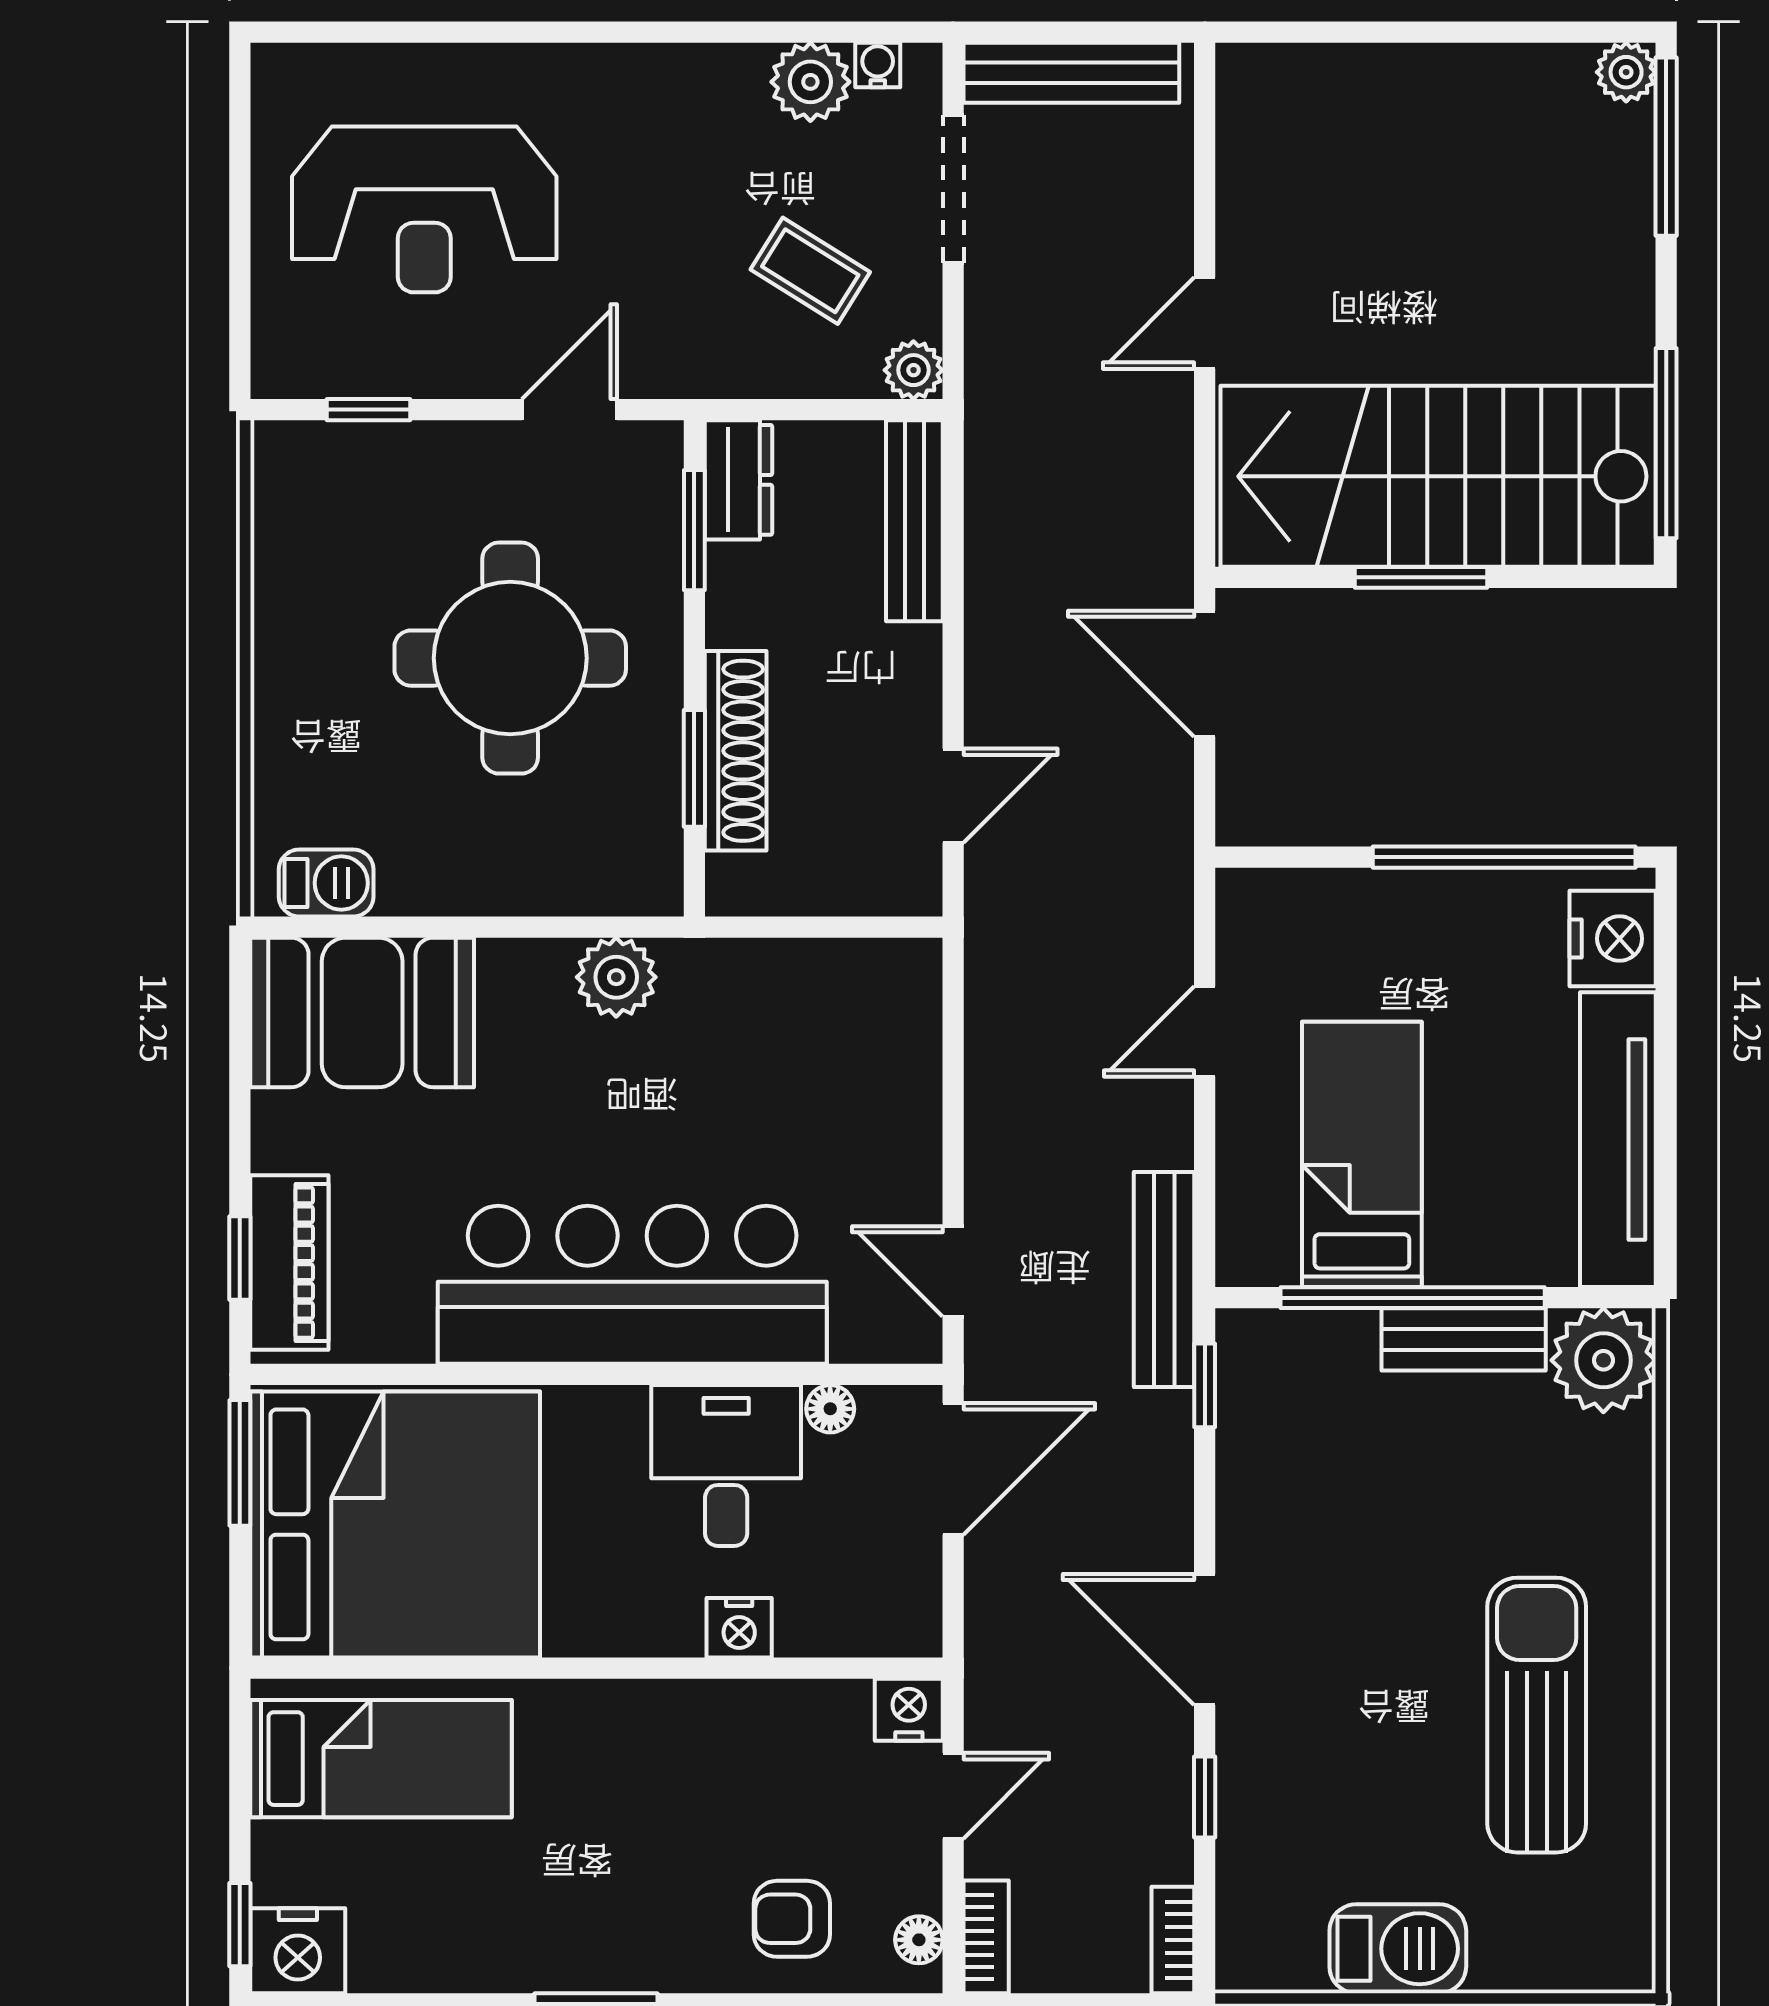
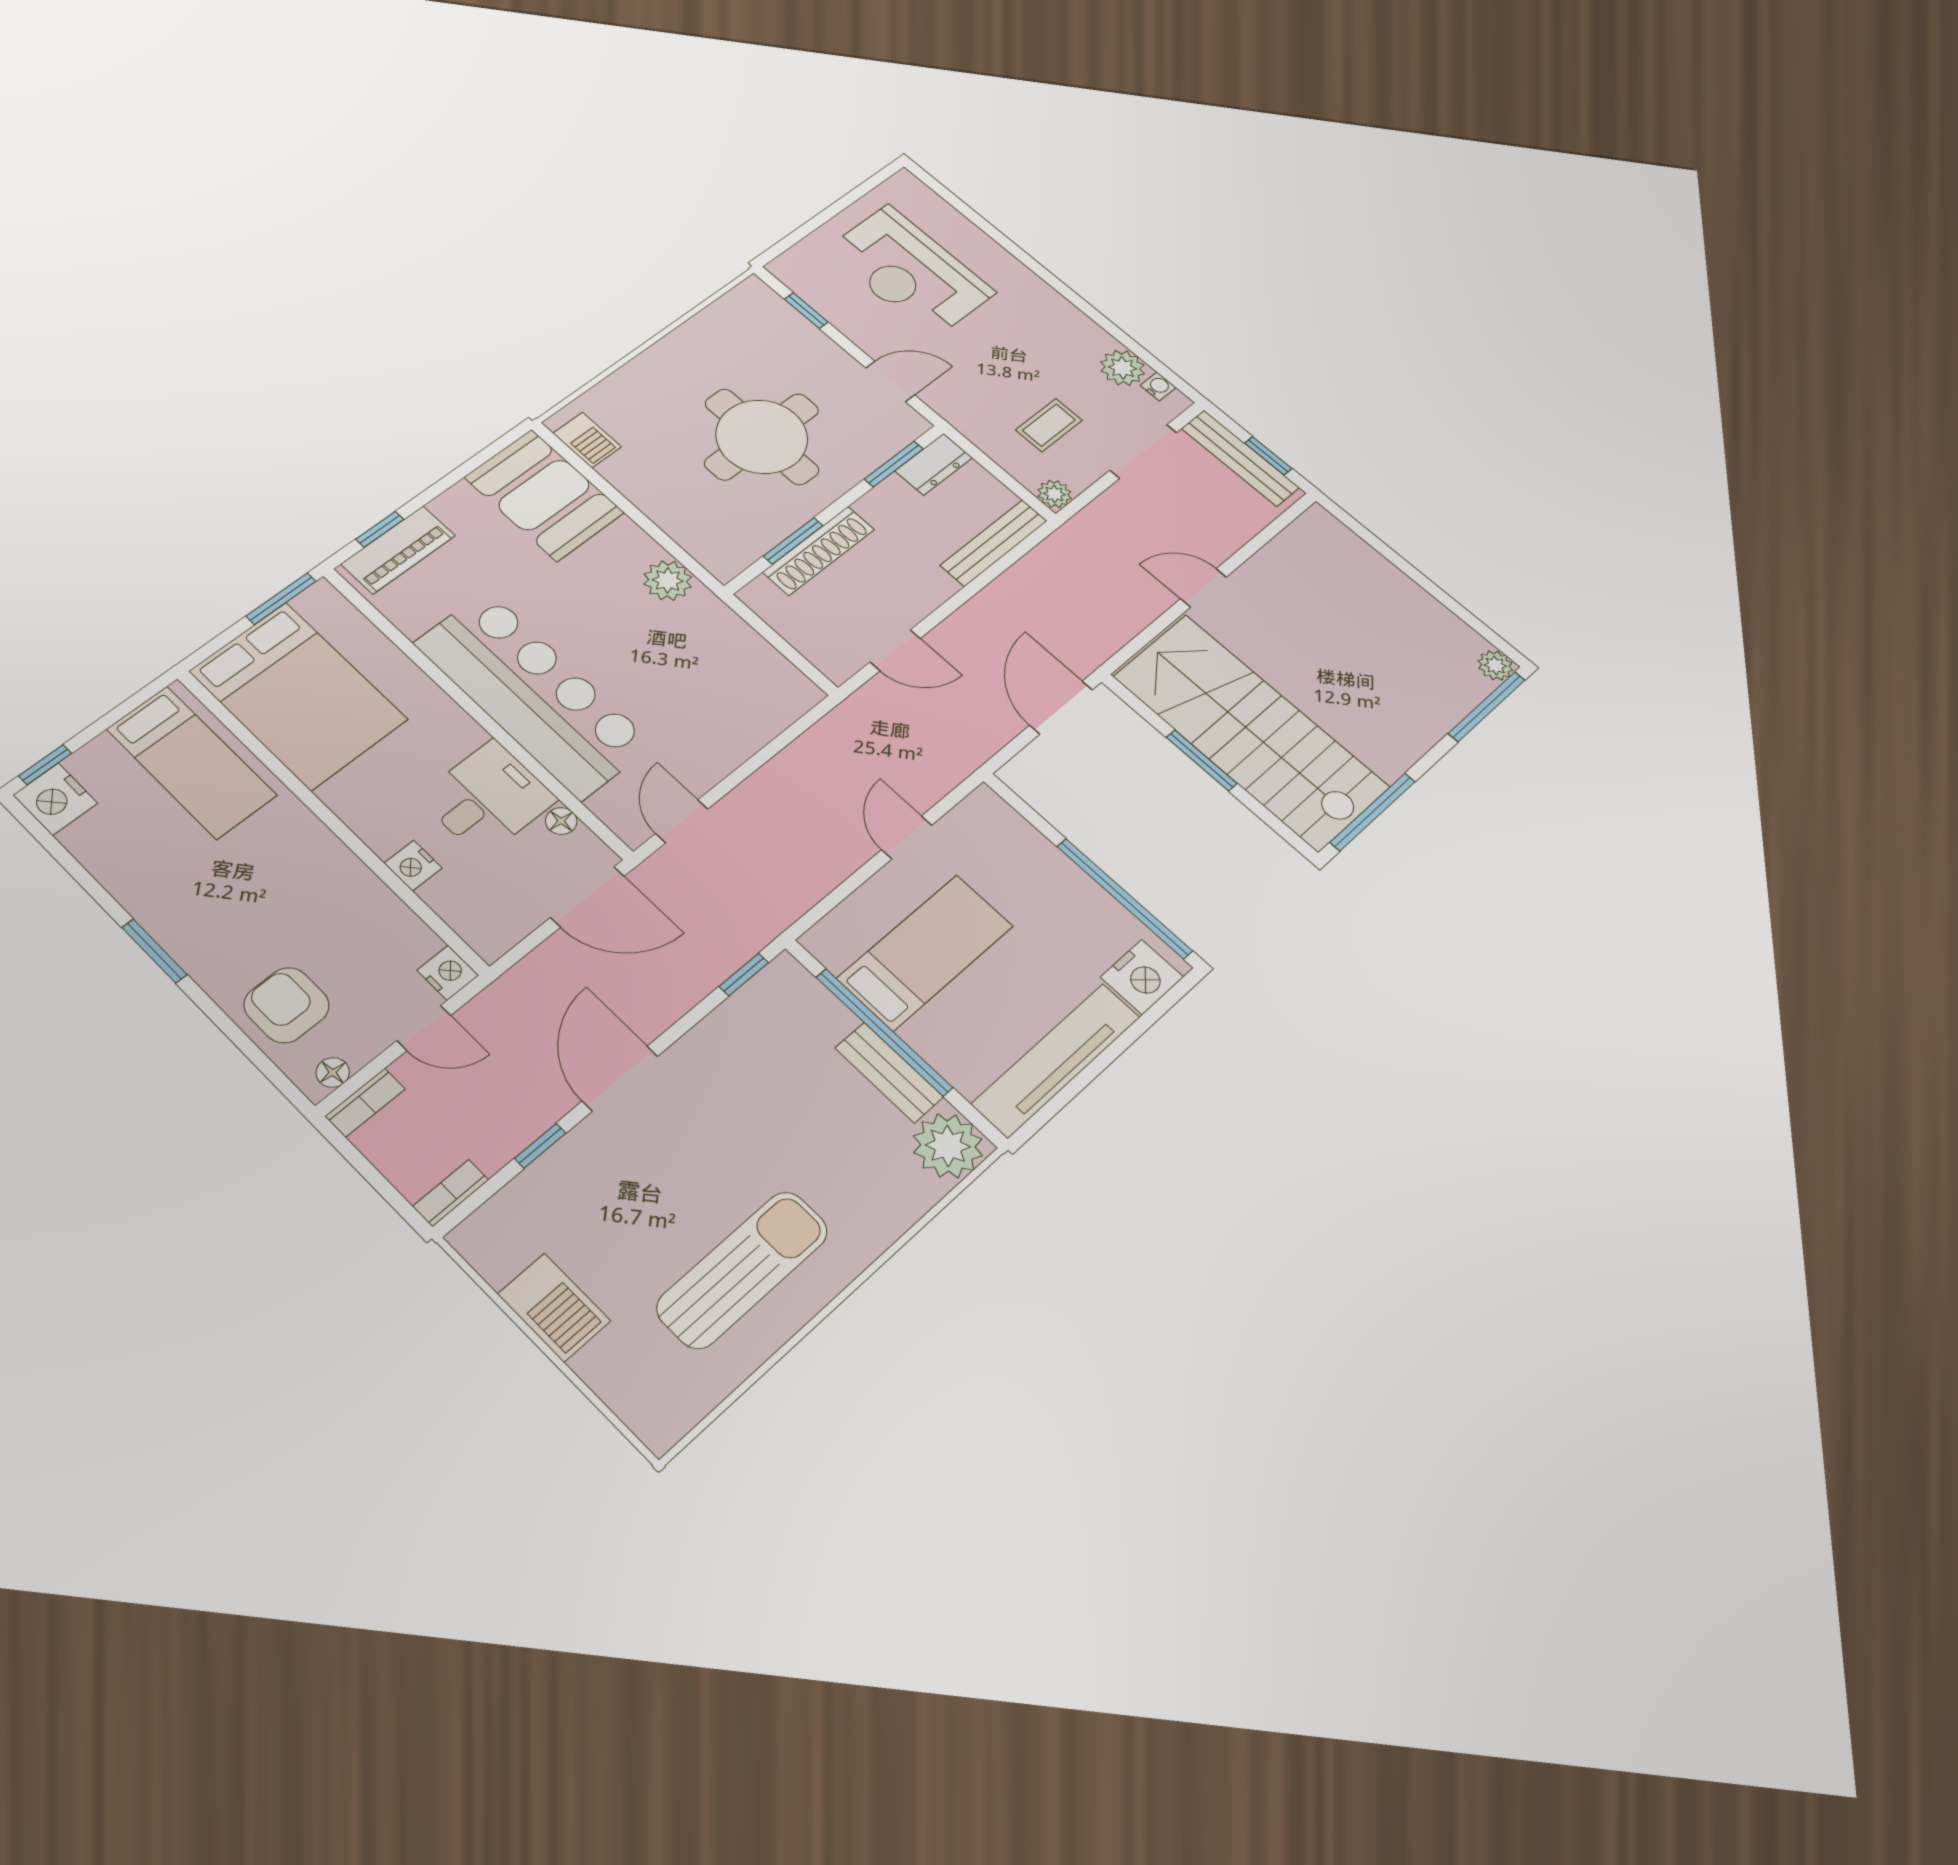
window: (1100, 32) -> (1268, 456), added
coffee table: (810, 271) -> (1049, 425), turned 58
door: (1205, 1031) -> (907, 837), hinge flipped
bench: (1164, 1280) -> (775, 915), removed
bed: (395, 1524) -> (298, 695), width x0.73
armchair: (792, 1919) -> (286, 1005), width x1.38, depth x1.38

